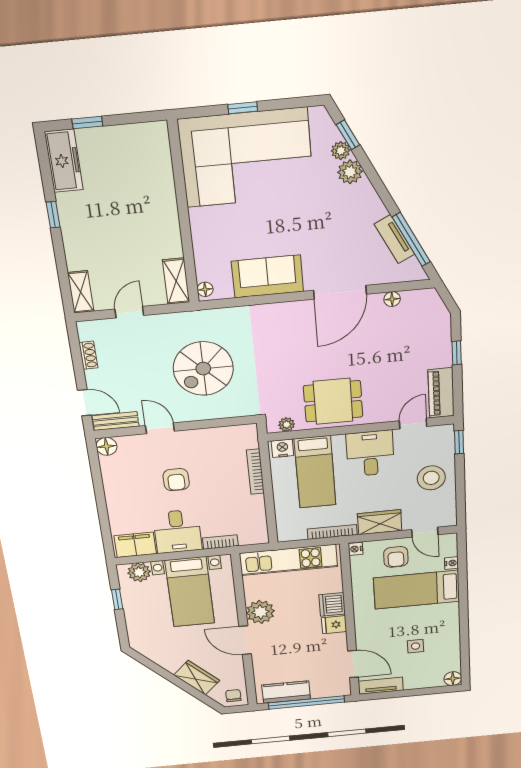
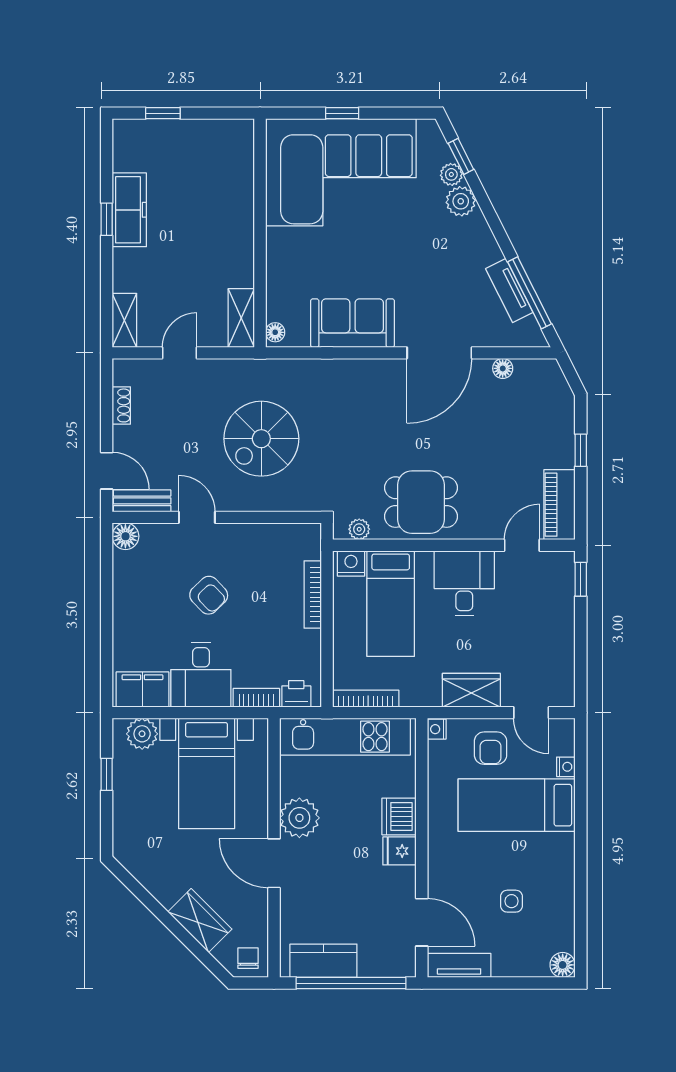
freezer: (64, 161) -> (129, 210), moved
stool: (431, 478) -> (543, 629), removed
armchair: (176, 480) -> (209, 595), turned -44
bookcase: (332, 532) -> (366, 699), moved
printer: (250, 537) -> (296, 694), added

